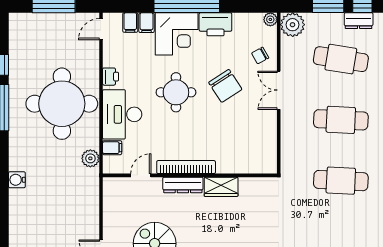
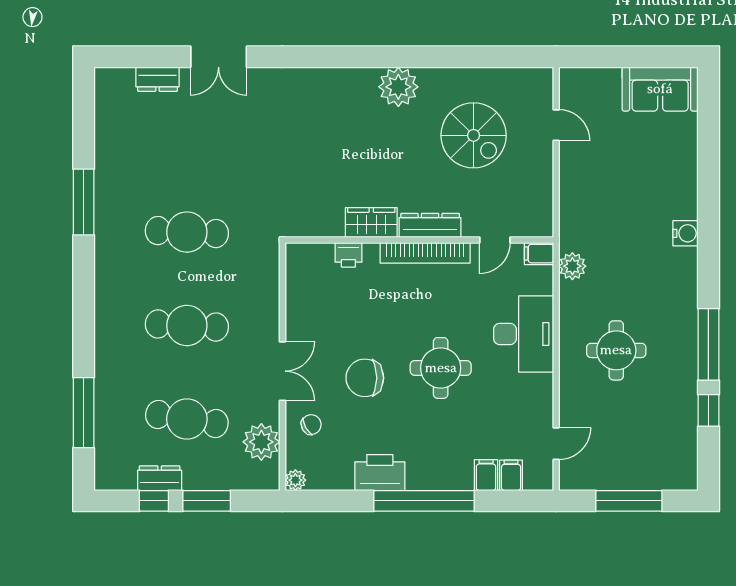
plant: (293, 25) -> (261, 442), moved
door: (101, 29) -> (556, 444), moved
corner desk: (177, 34) -> (440, 458), removed
printer: (111, 77) -> (348, 255), moved, turned -90
chair: (225, 86) -> (365, 378), turned -57
round table: (62, 104) -> (616, 350), width x0.54, depth x0.54
filing cabinet: (112, 148) -> (539, 254), moved

